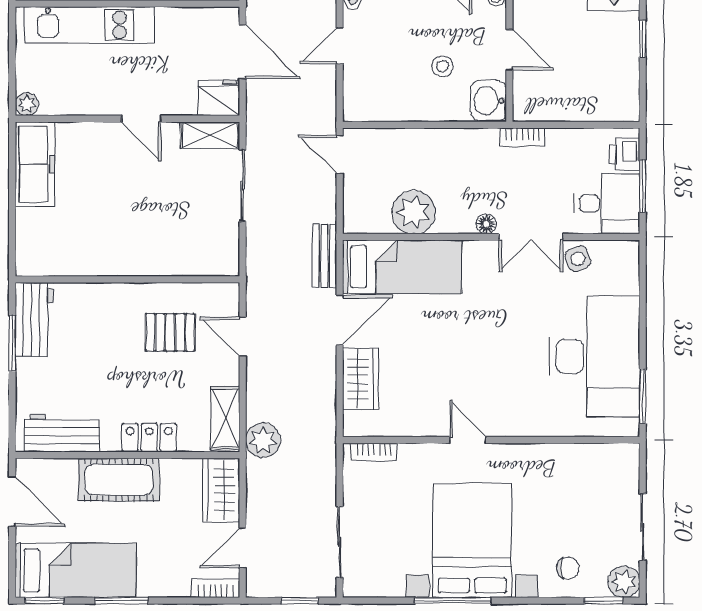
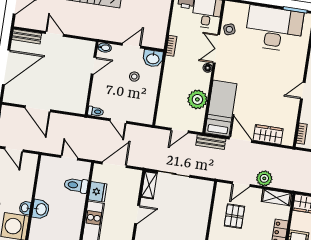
fridge: (219, 98) -> (98, 192), moved, turned 180
door: (340, 154) -> (179, 130), moved
double door: (531, 237) -> (216, 49), swing flipped
plant: (263, 440) -> (264, 178), moved

